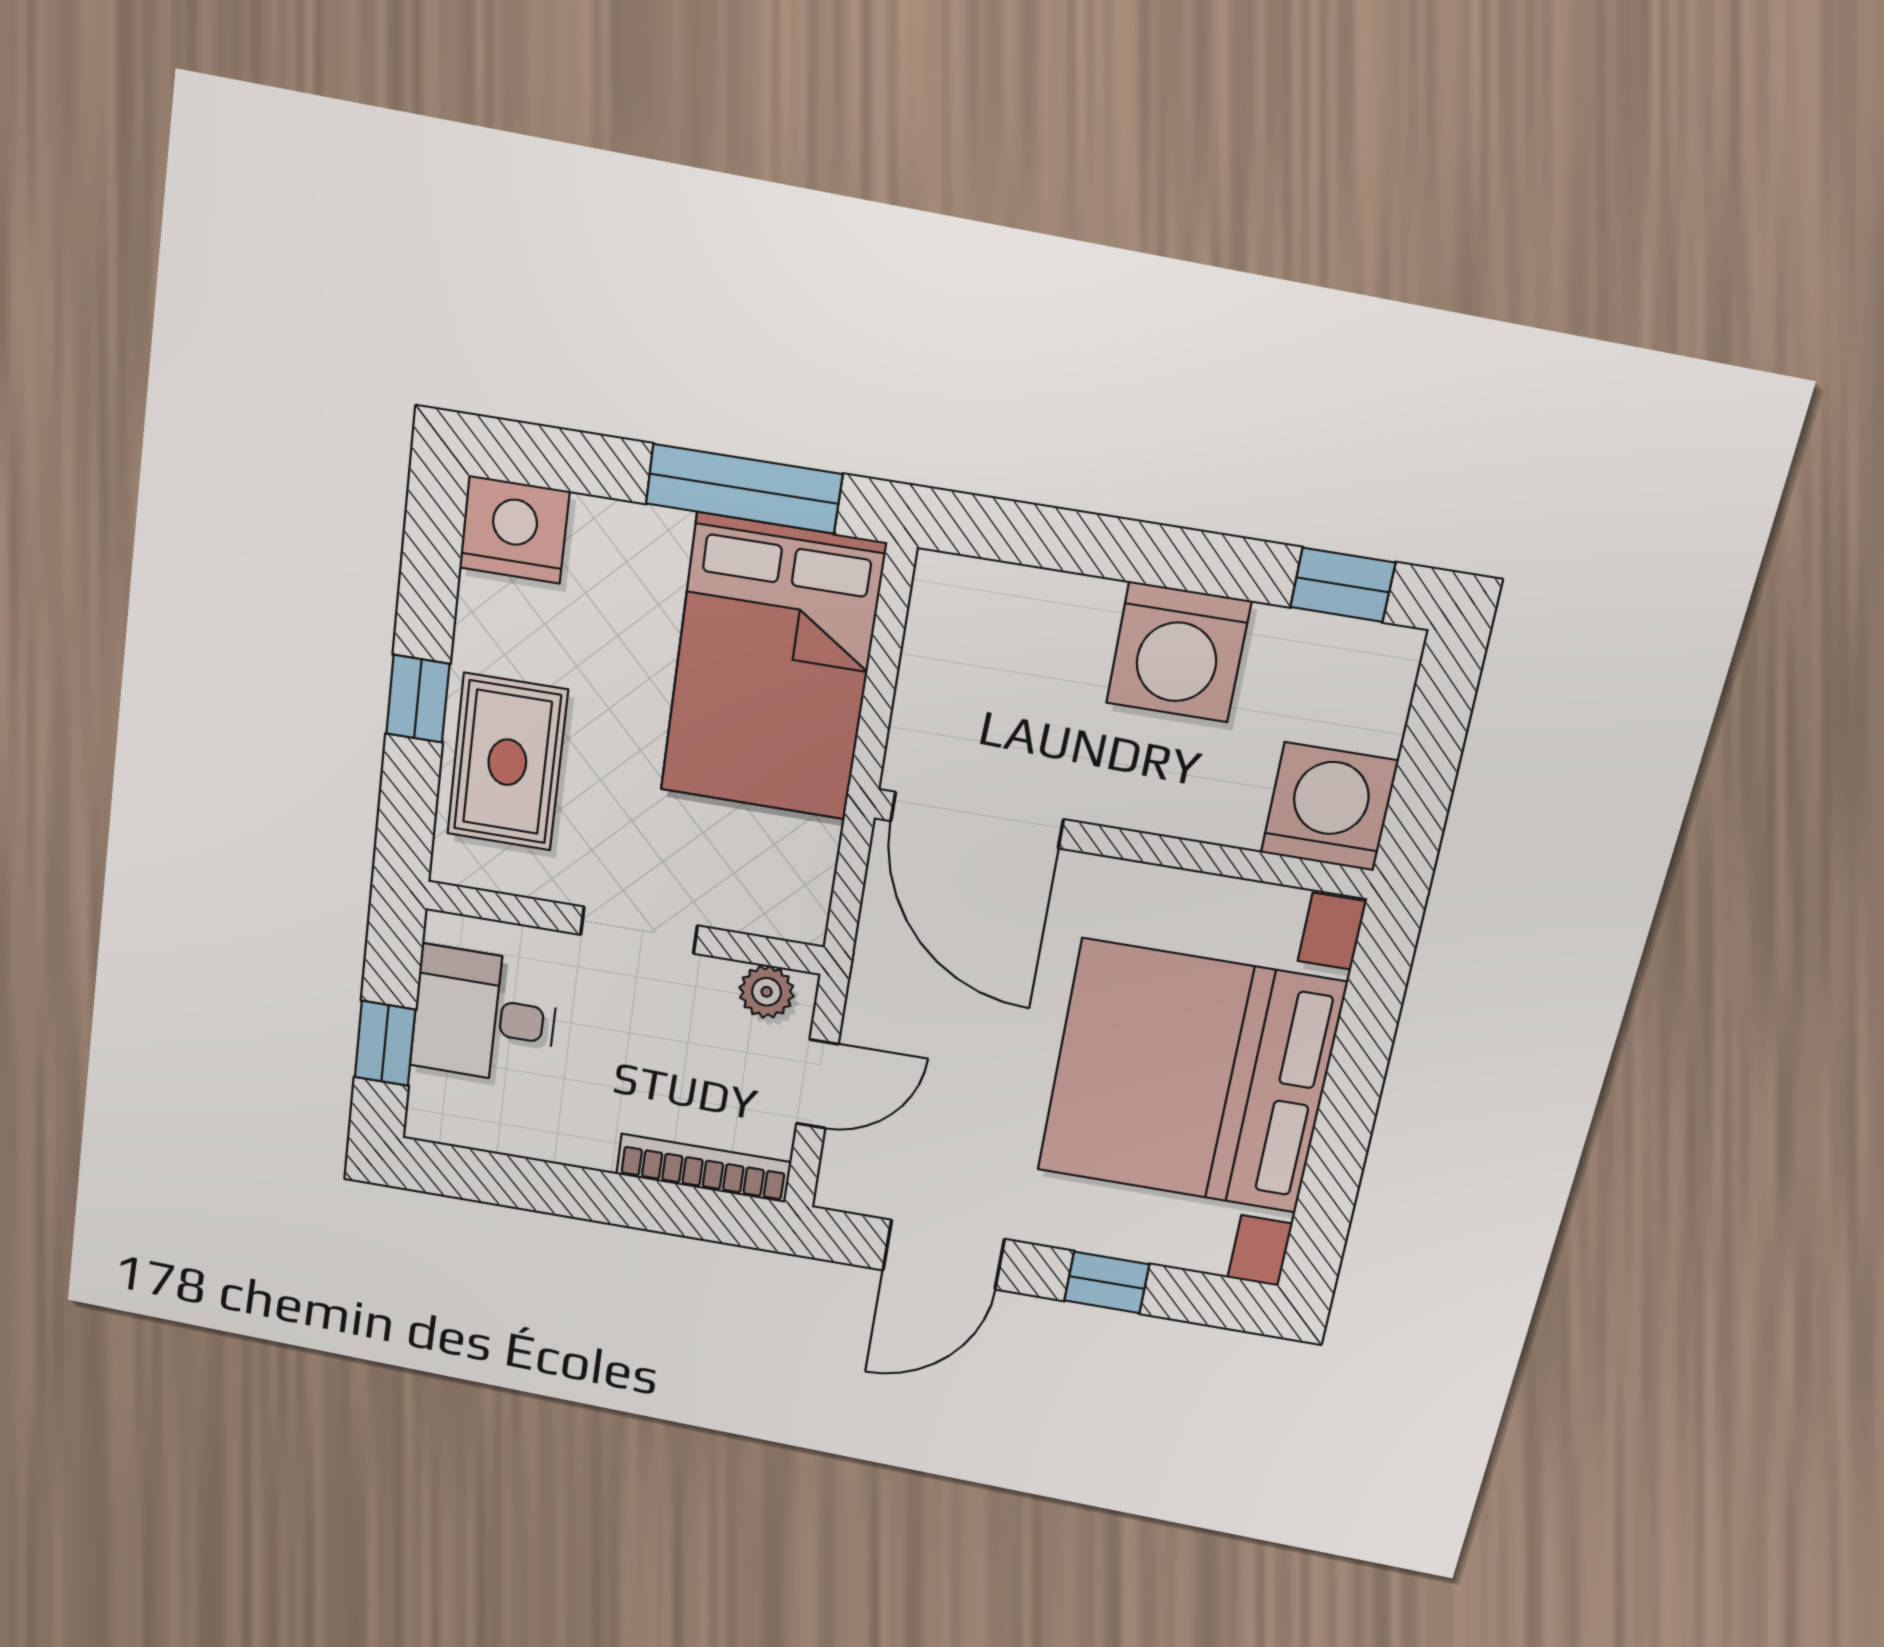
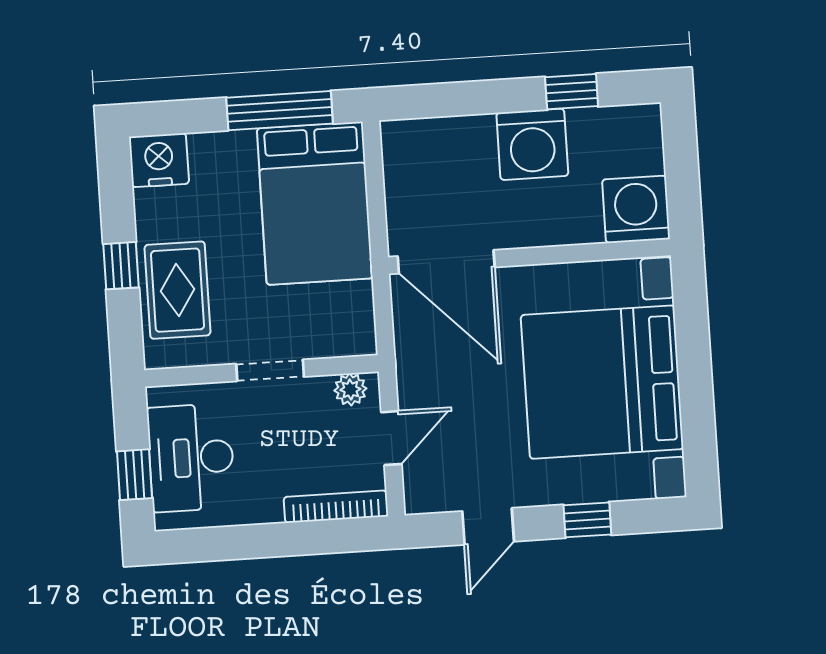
window: (1343, 585) -> (572, 92), moved
desk: (485, 1016) -> (191, 458), width x1.37
door: (943, 1255) -> (488, 526), width x0.73

